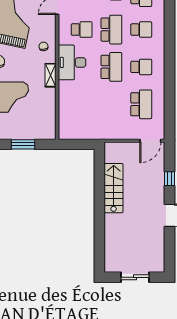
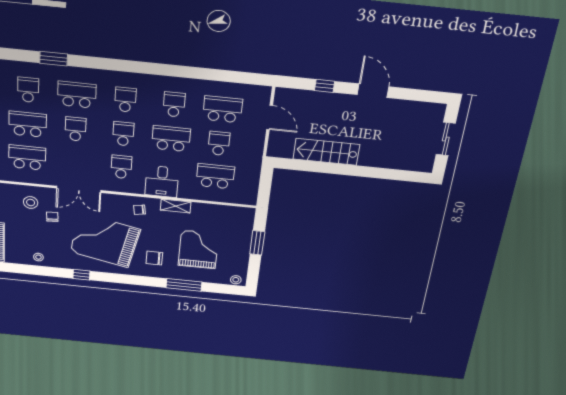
school desk: (111, 30) -> (123, 134), width x0.54
desk: (72, 62) -> (162, 182), width x0.73
school desk: (82, 104) -> (215, 176), added
school desk: (111, 104) -> (219, 143), added
door: (150, 141) -> (270, 117), moved

